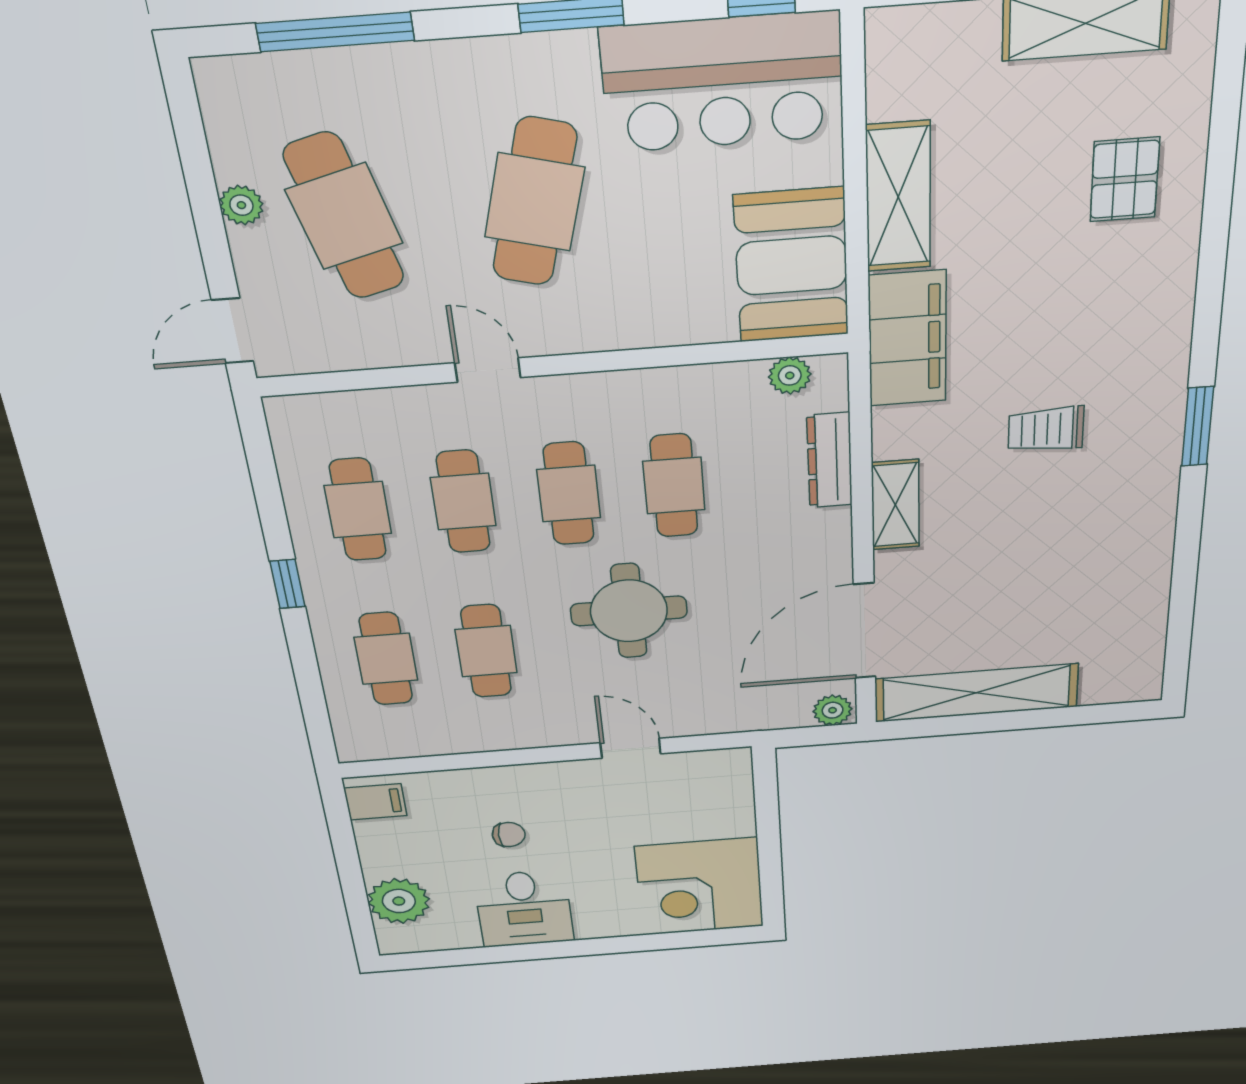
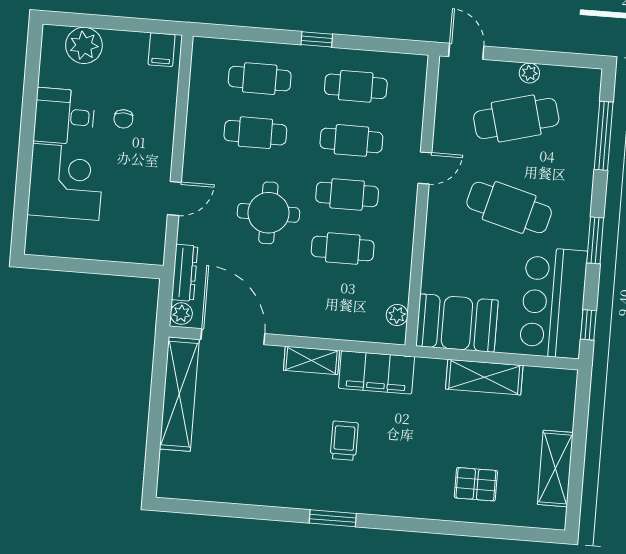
filing cabinet: (907, 339) -> (376, 372), moved
dresser: (830, 460) -> (185, 273), moved, turned 90
corner desk: (700, 887) -> (66, 182), moved, turned 90

